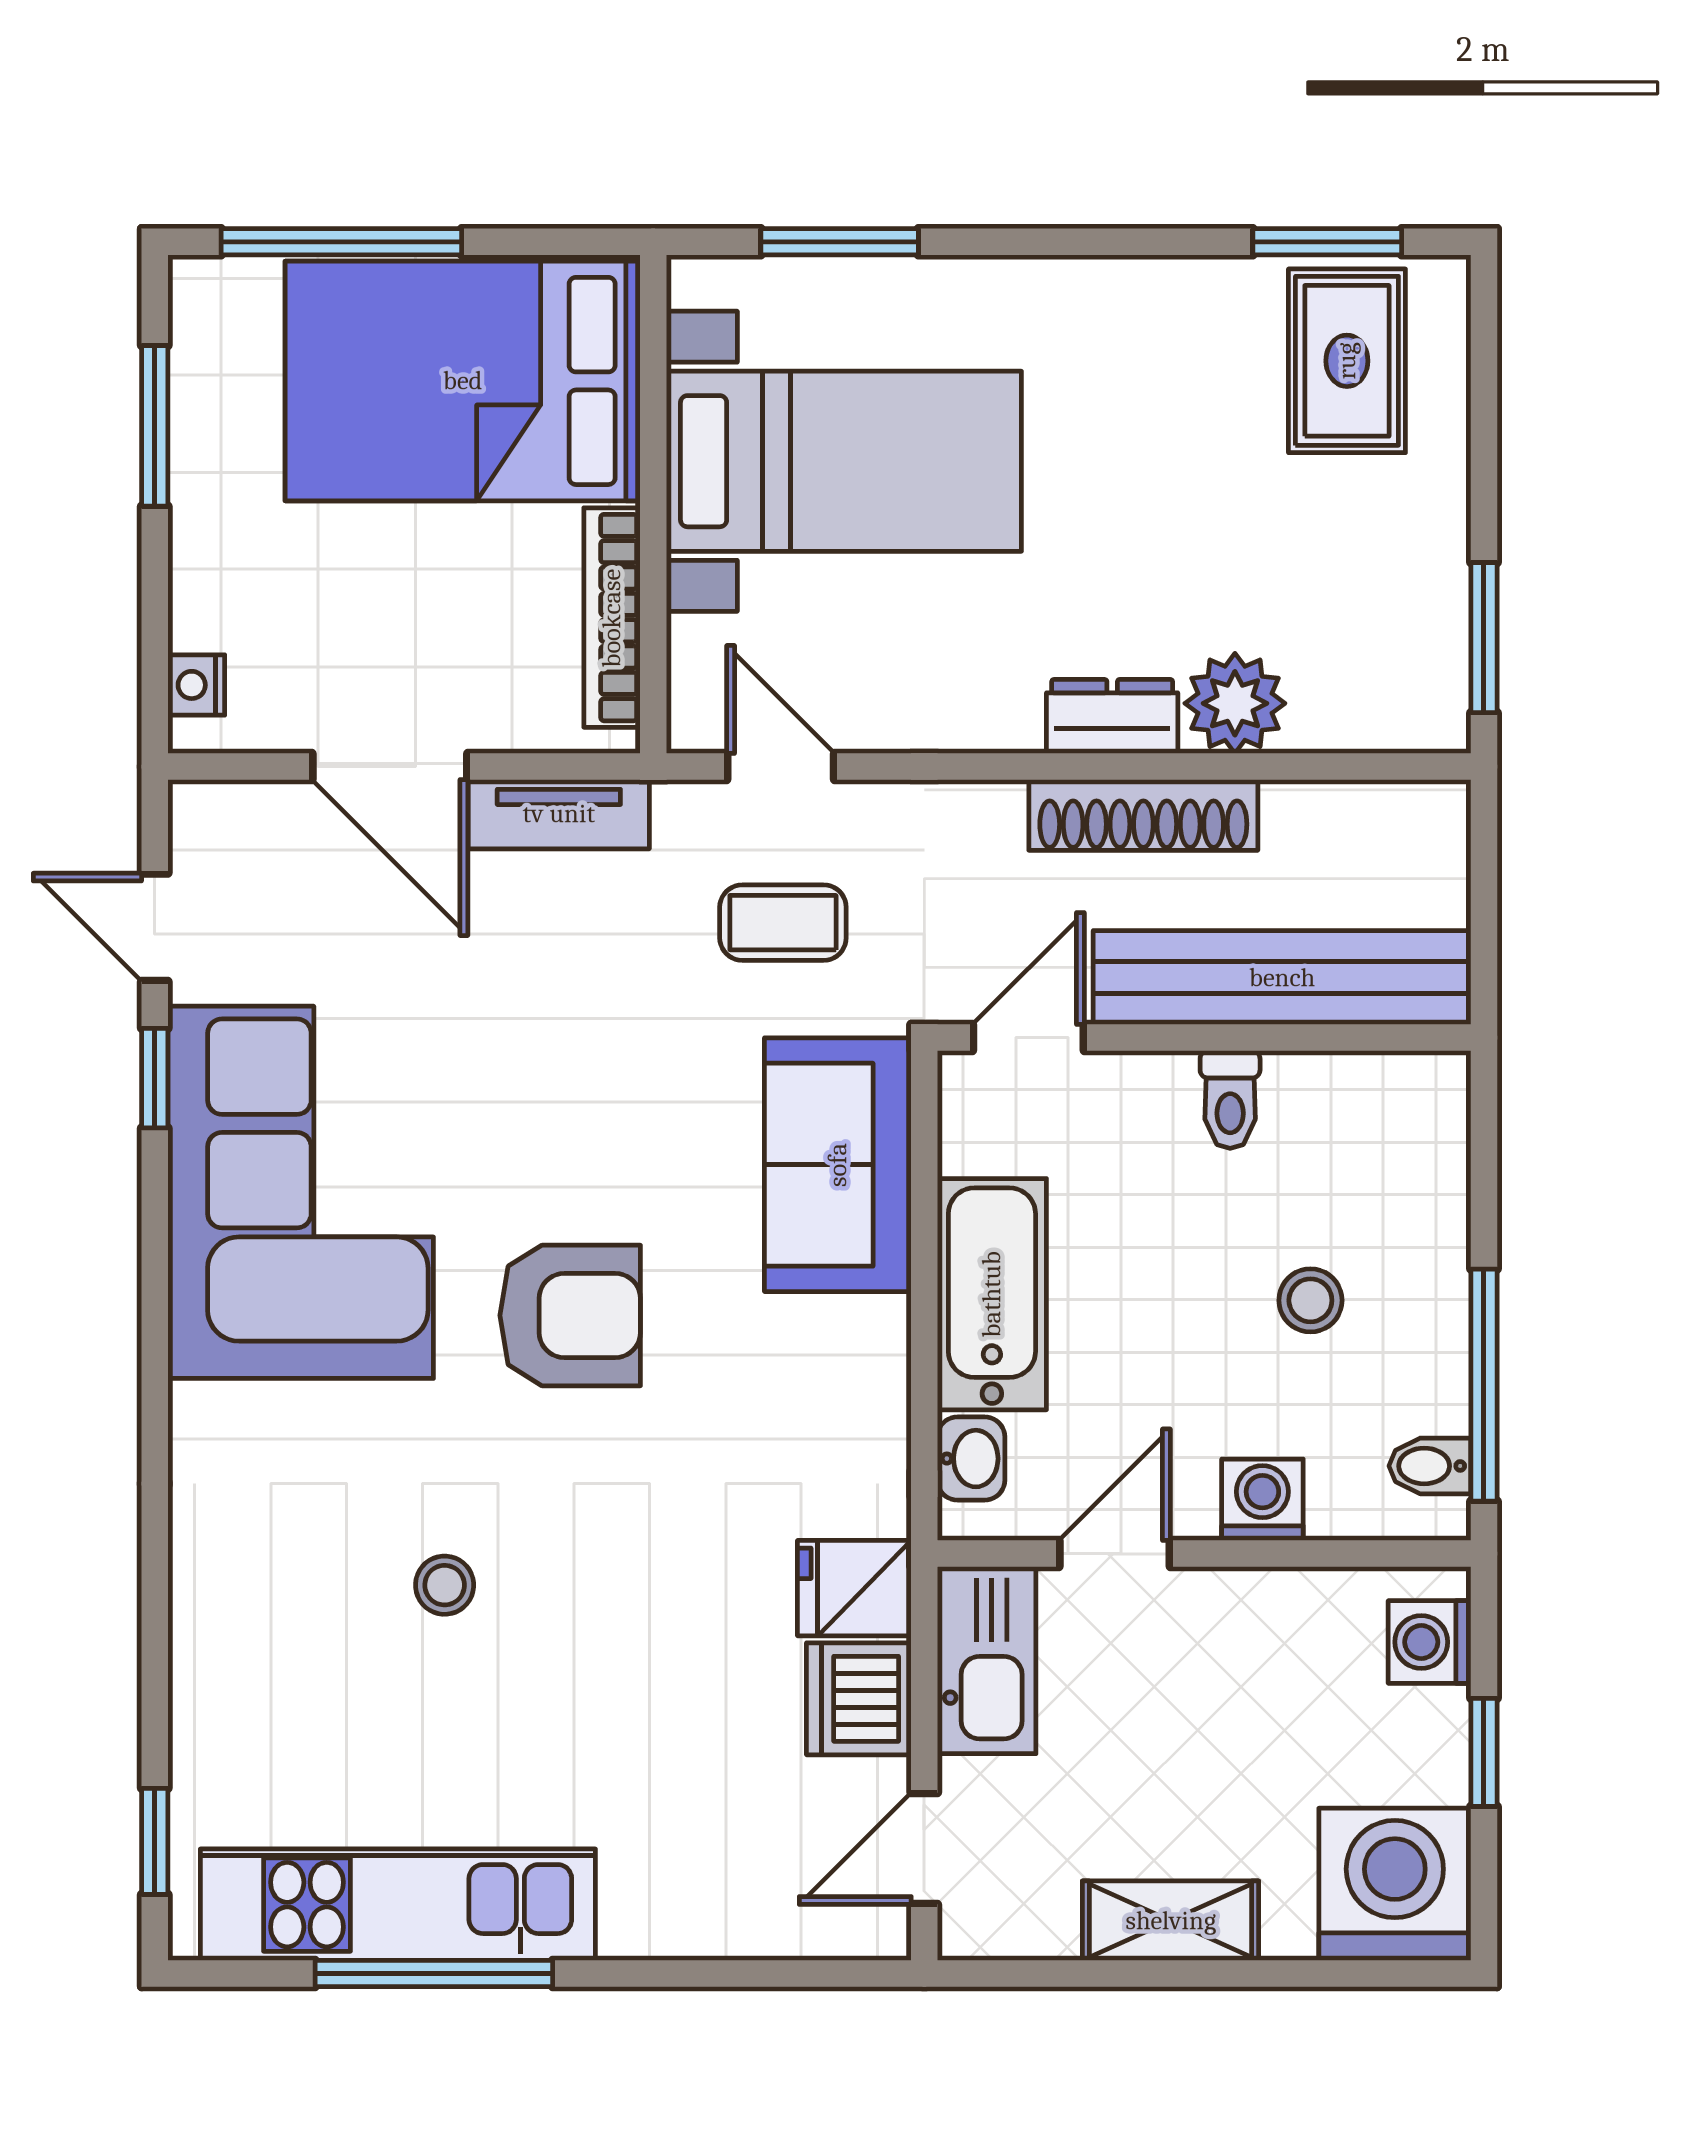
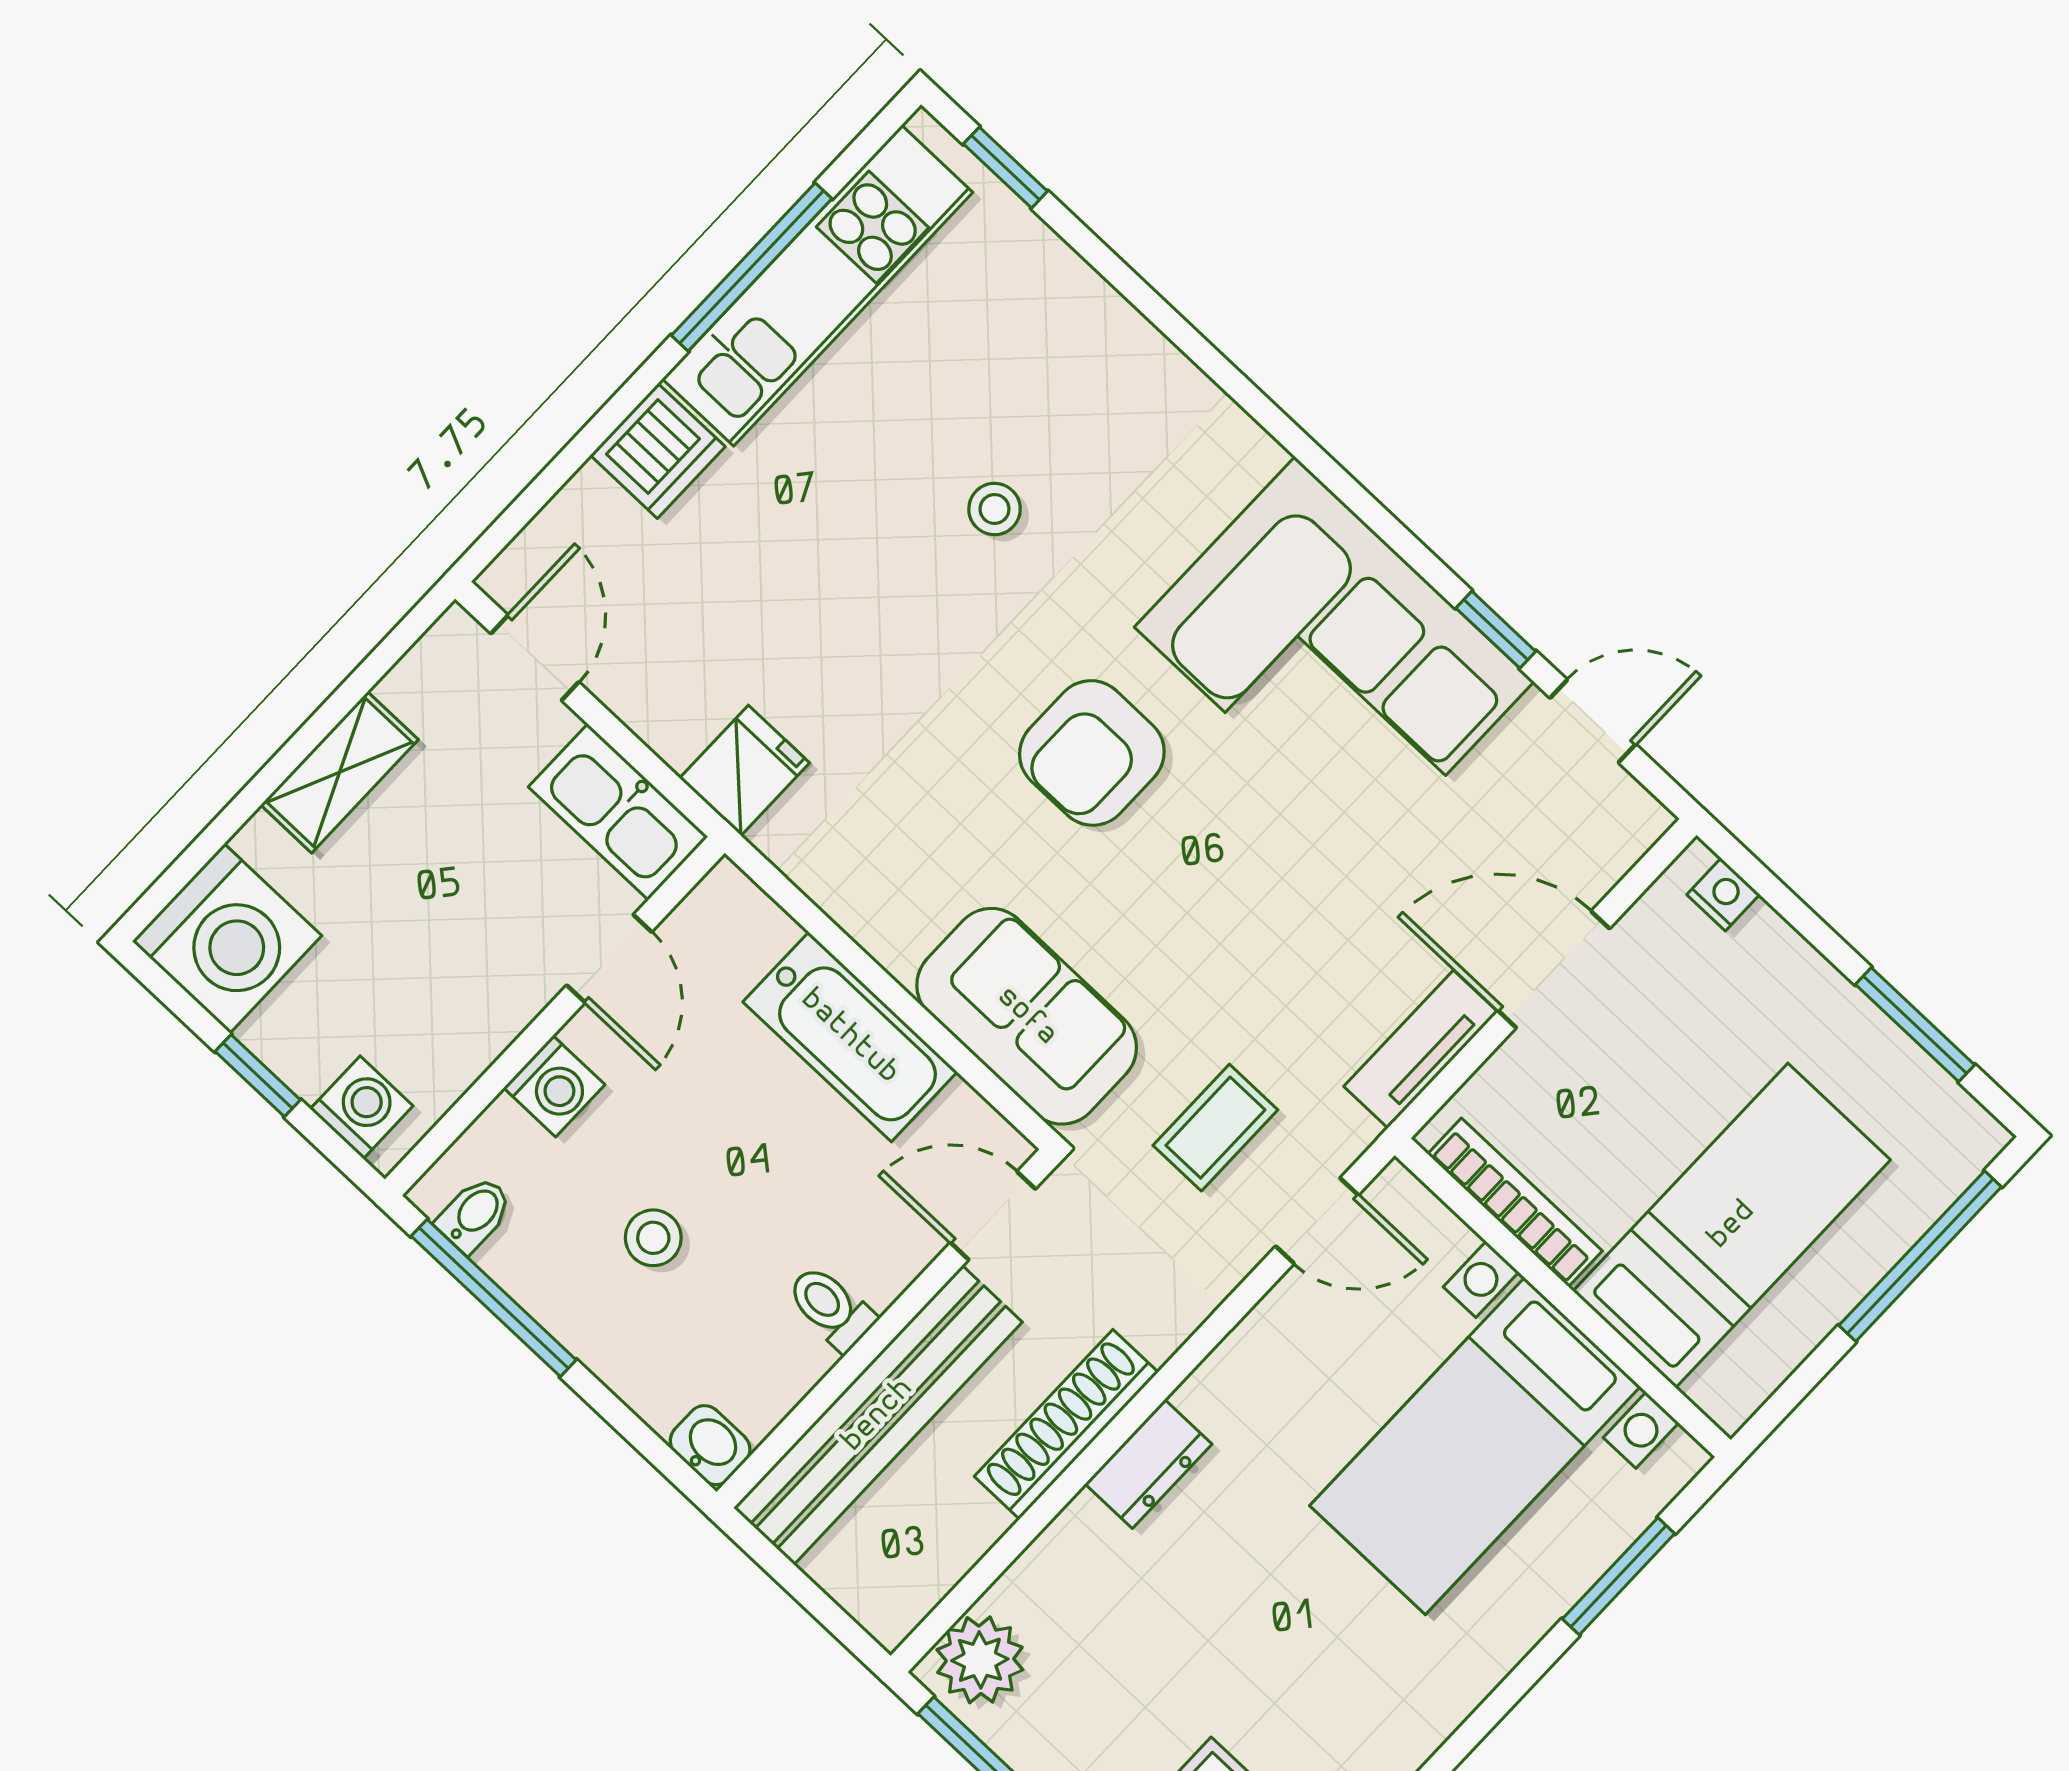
bed: (463, 381) -> (1732, 1225), width x0.67
plant: (1235, 703) -> (980, 1660), moved
door: (1028, 1038) -> (993, 1216), swing flipped
washbasin: (971, 1459) -> (710, 1445), moved, turned 180
dishwasher: (859, 1699) -> (658, 451), moved, turned 90

